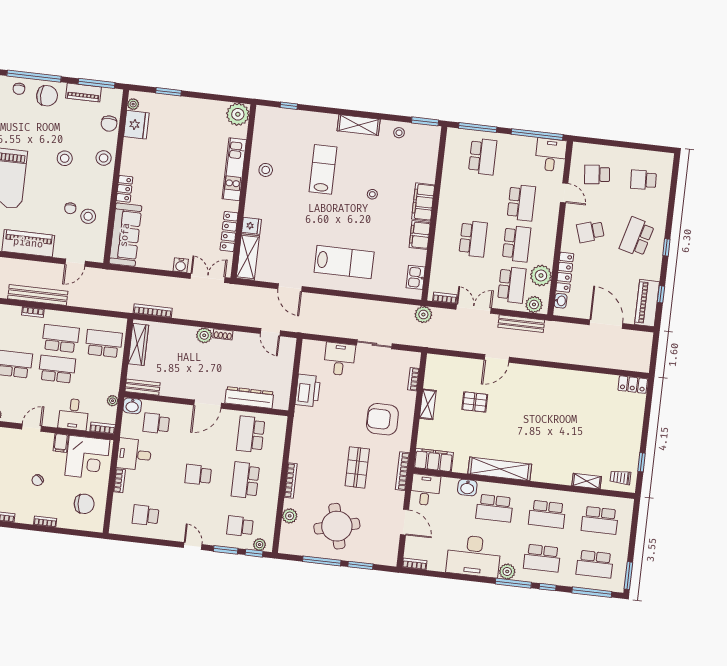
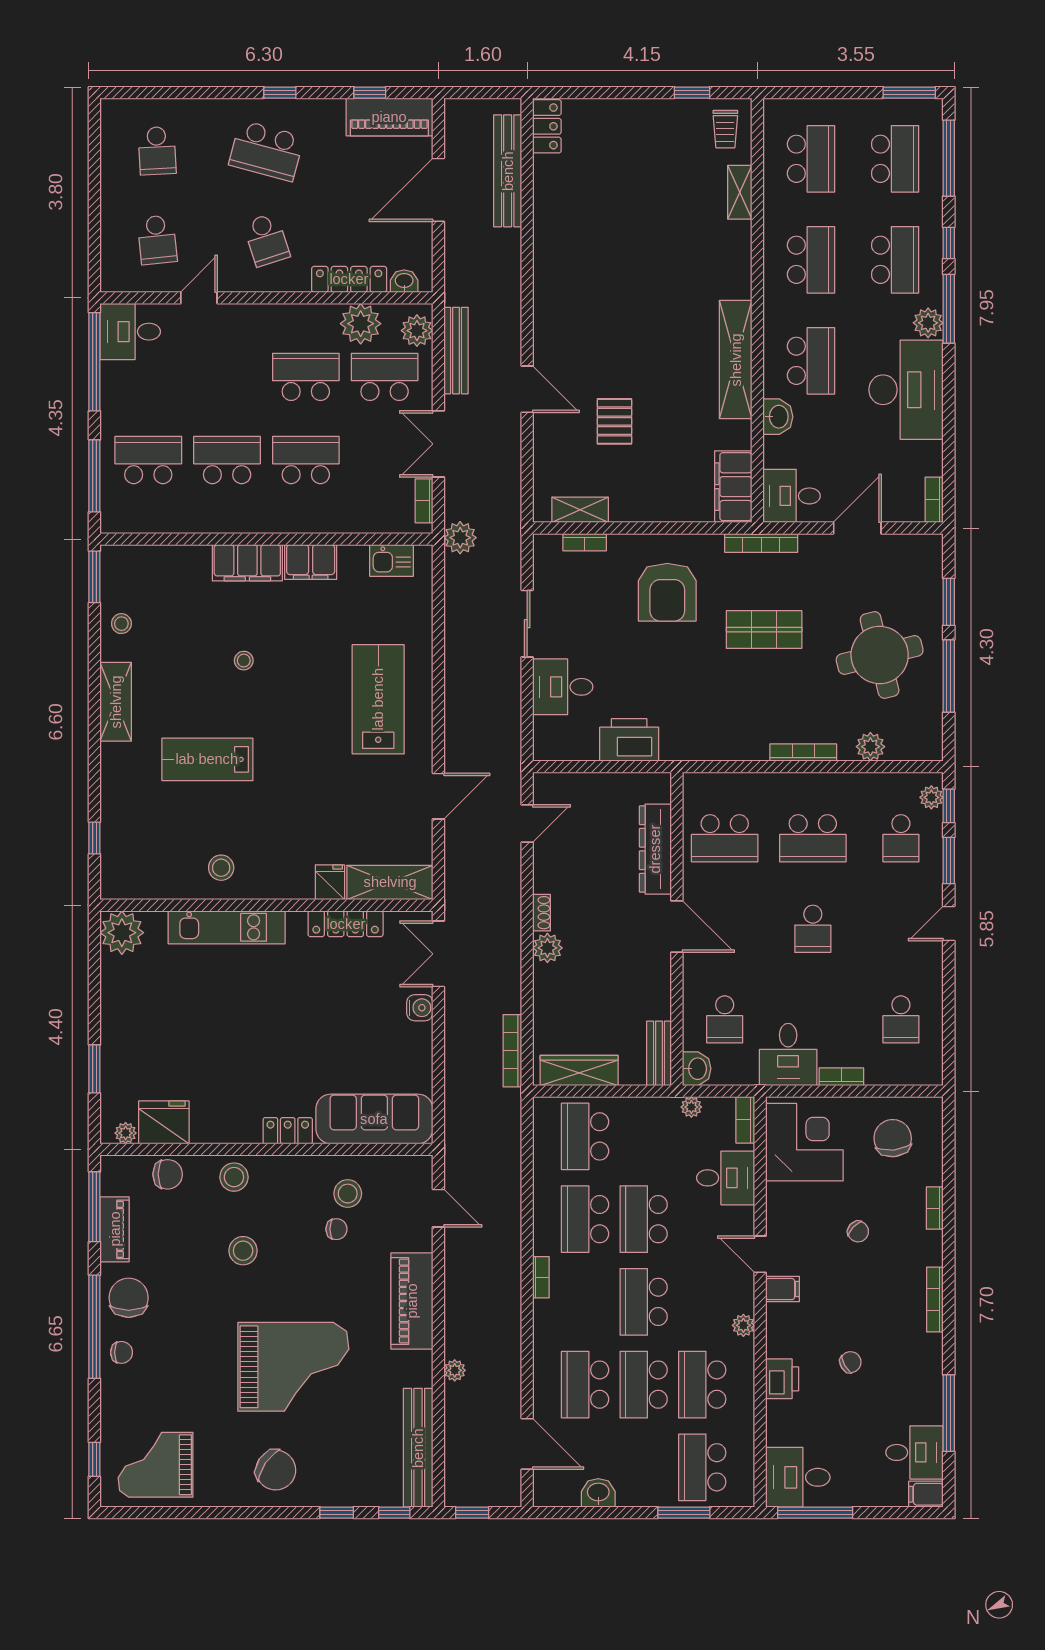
school desk: (521, 203) -> (227, 460), moved
bench: (38, 295) -> (508, 171), moved
shelving: (428, 404) -> (580, 510), moved
filing cabinet: (61, 443) -> (783, 1289), moved

